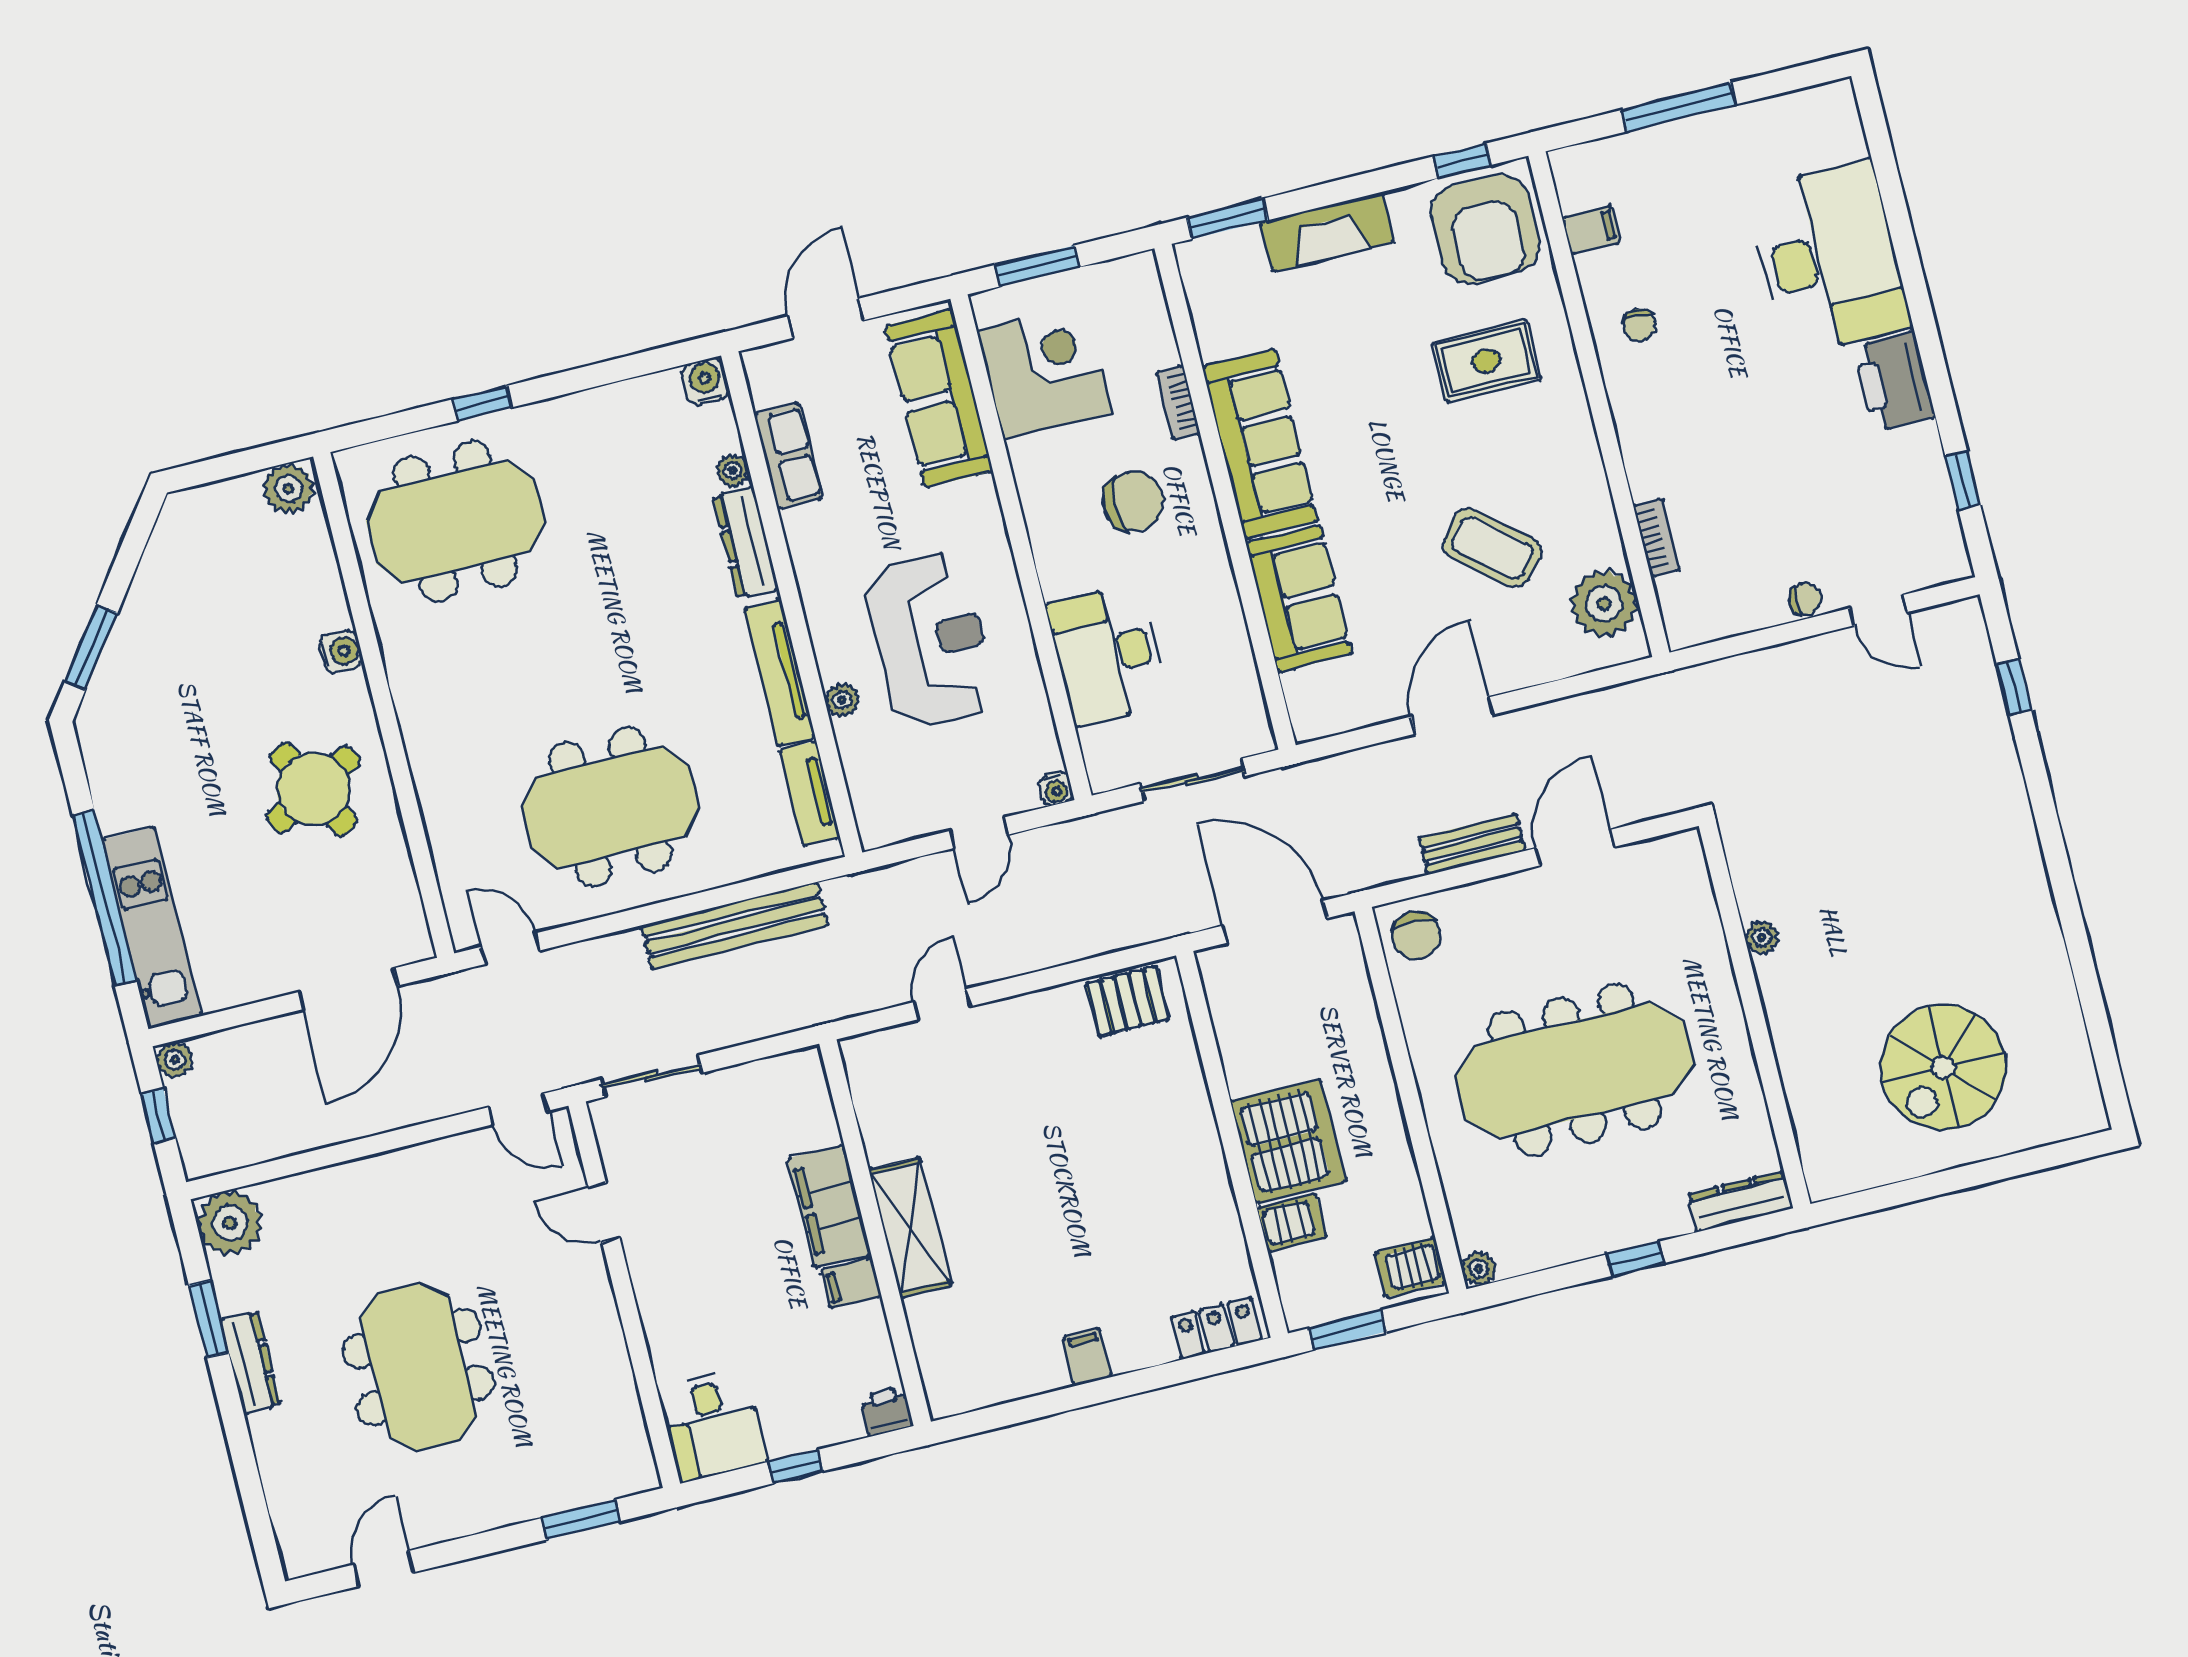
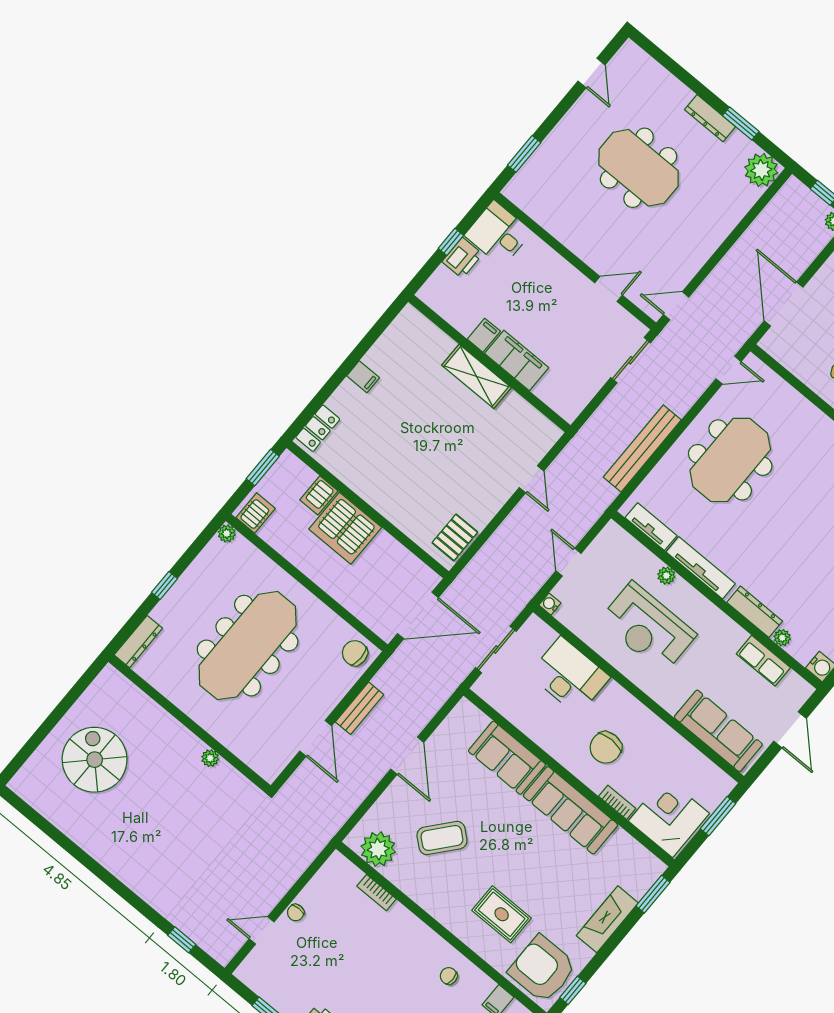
rug: (1486, 361) -> (502, 914), turned 90
corner desk: (1044, 372) -> (669, 817), moved, turned 180
printer: (887, 1411) -> (462, 258), moved, width x1.36, depth x1.24

